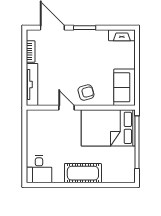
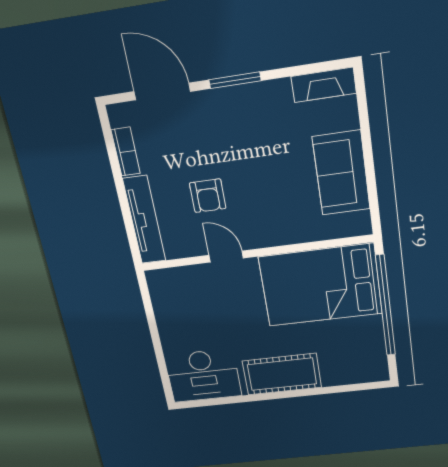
sofa: (124, 87) -> (341, 173), moved
armchair: (86, 93) -> (208, 196), moved, turned 105
desk: (39, 169) -> (203, 376), width x1.37

